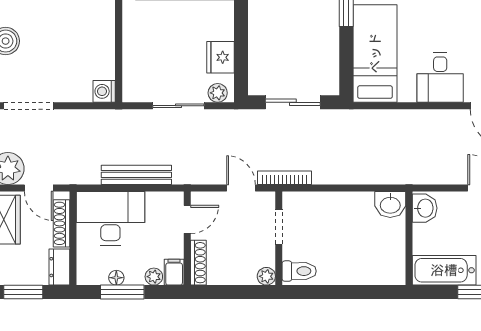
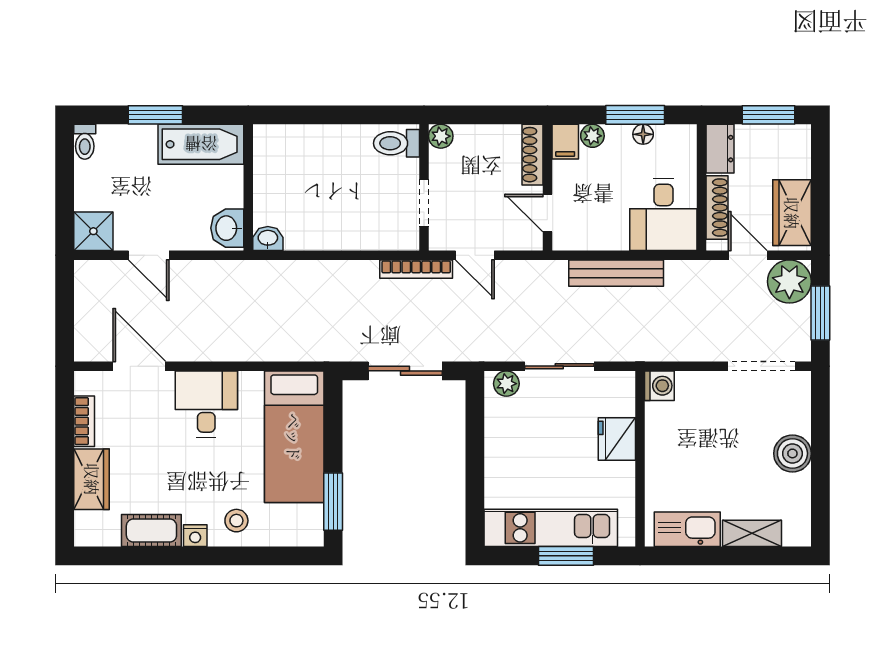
fridge: (220, 57) -> (617, 439), moved, turned 180
washbasin: (390, 204) -> (268, 238), width x0.72, depth x0.69
desk: (110, 218) -> (663, 214), width x0.73
door: (187, 219) -> (547, 213), hinge flipped

